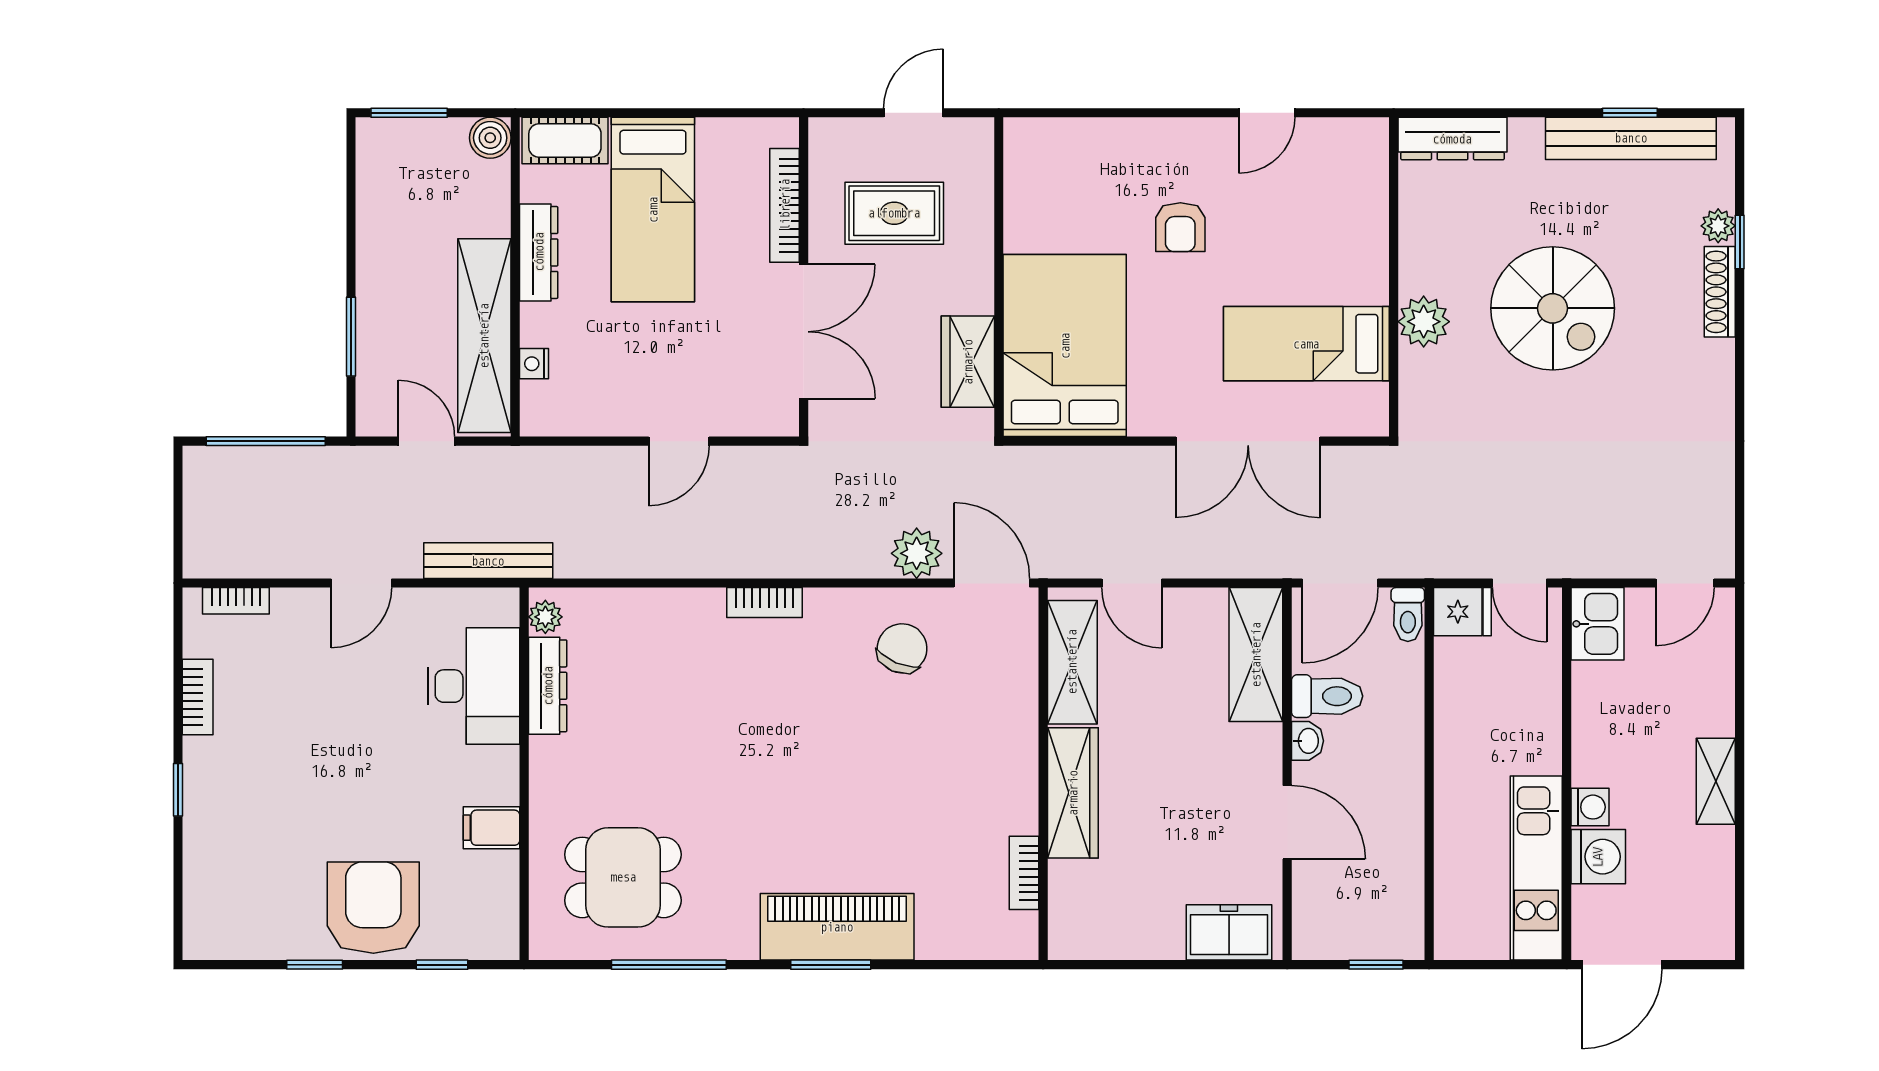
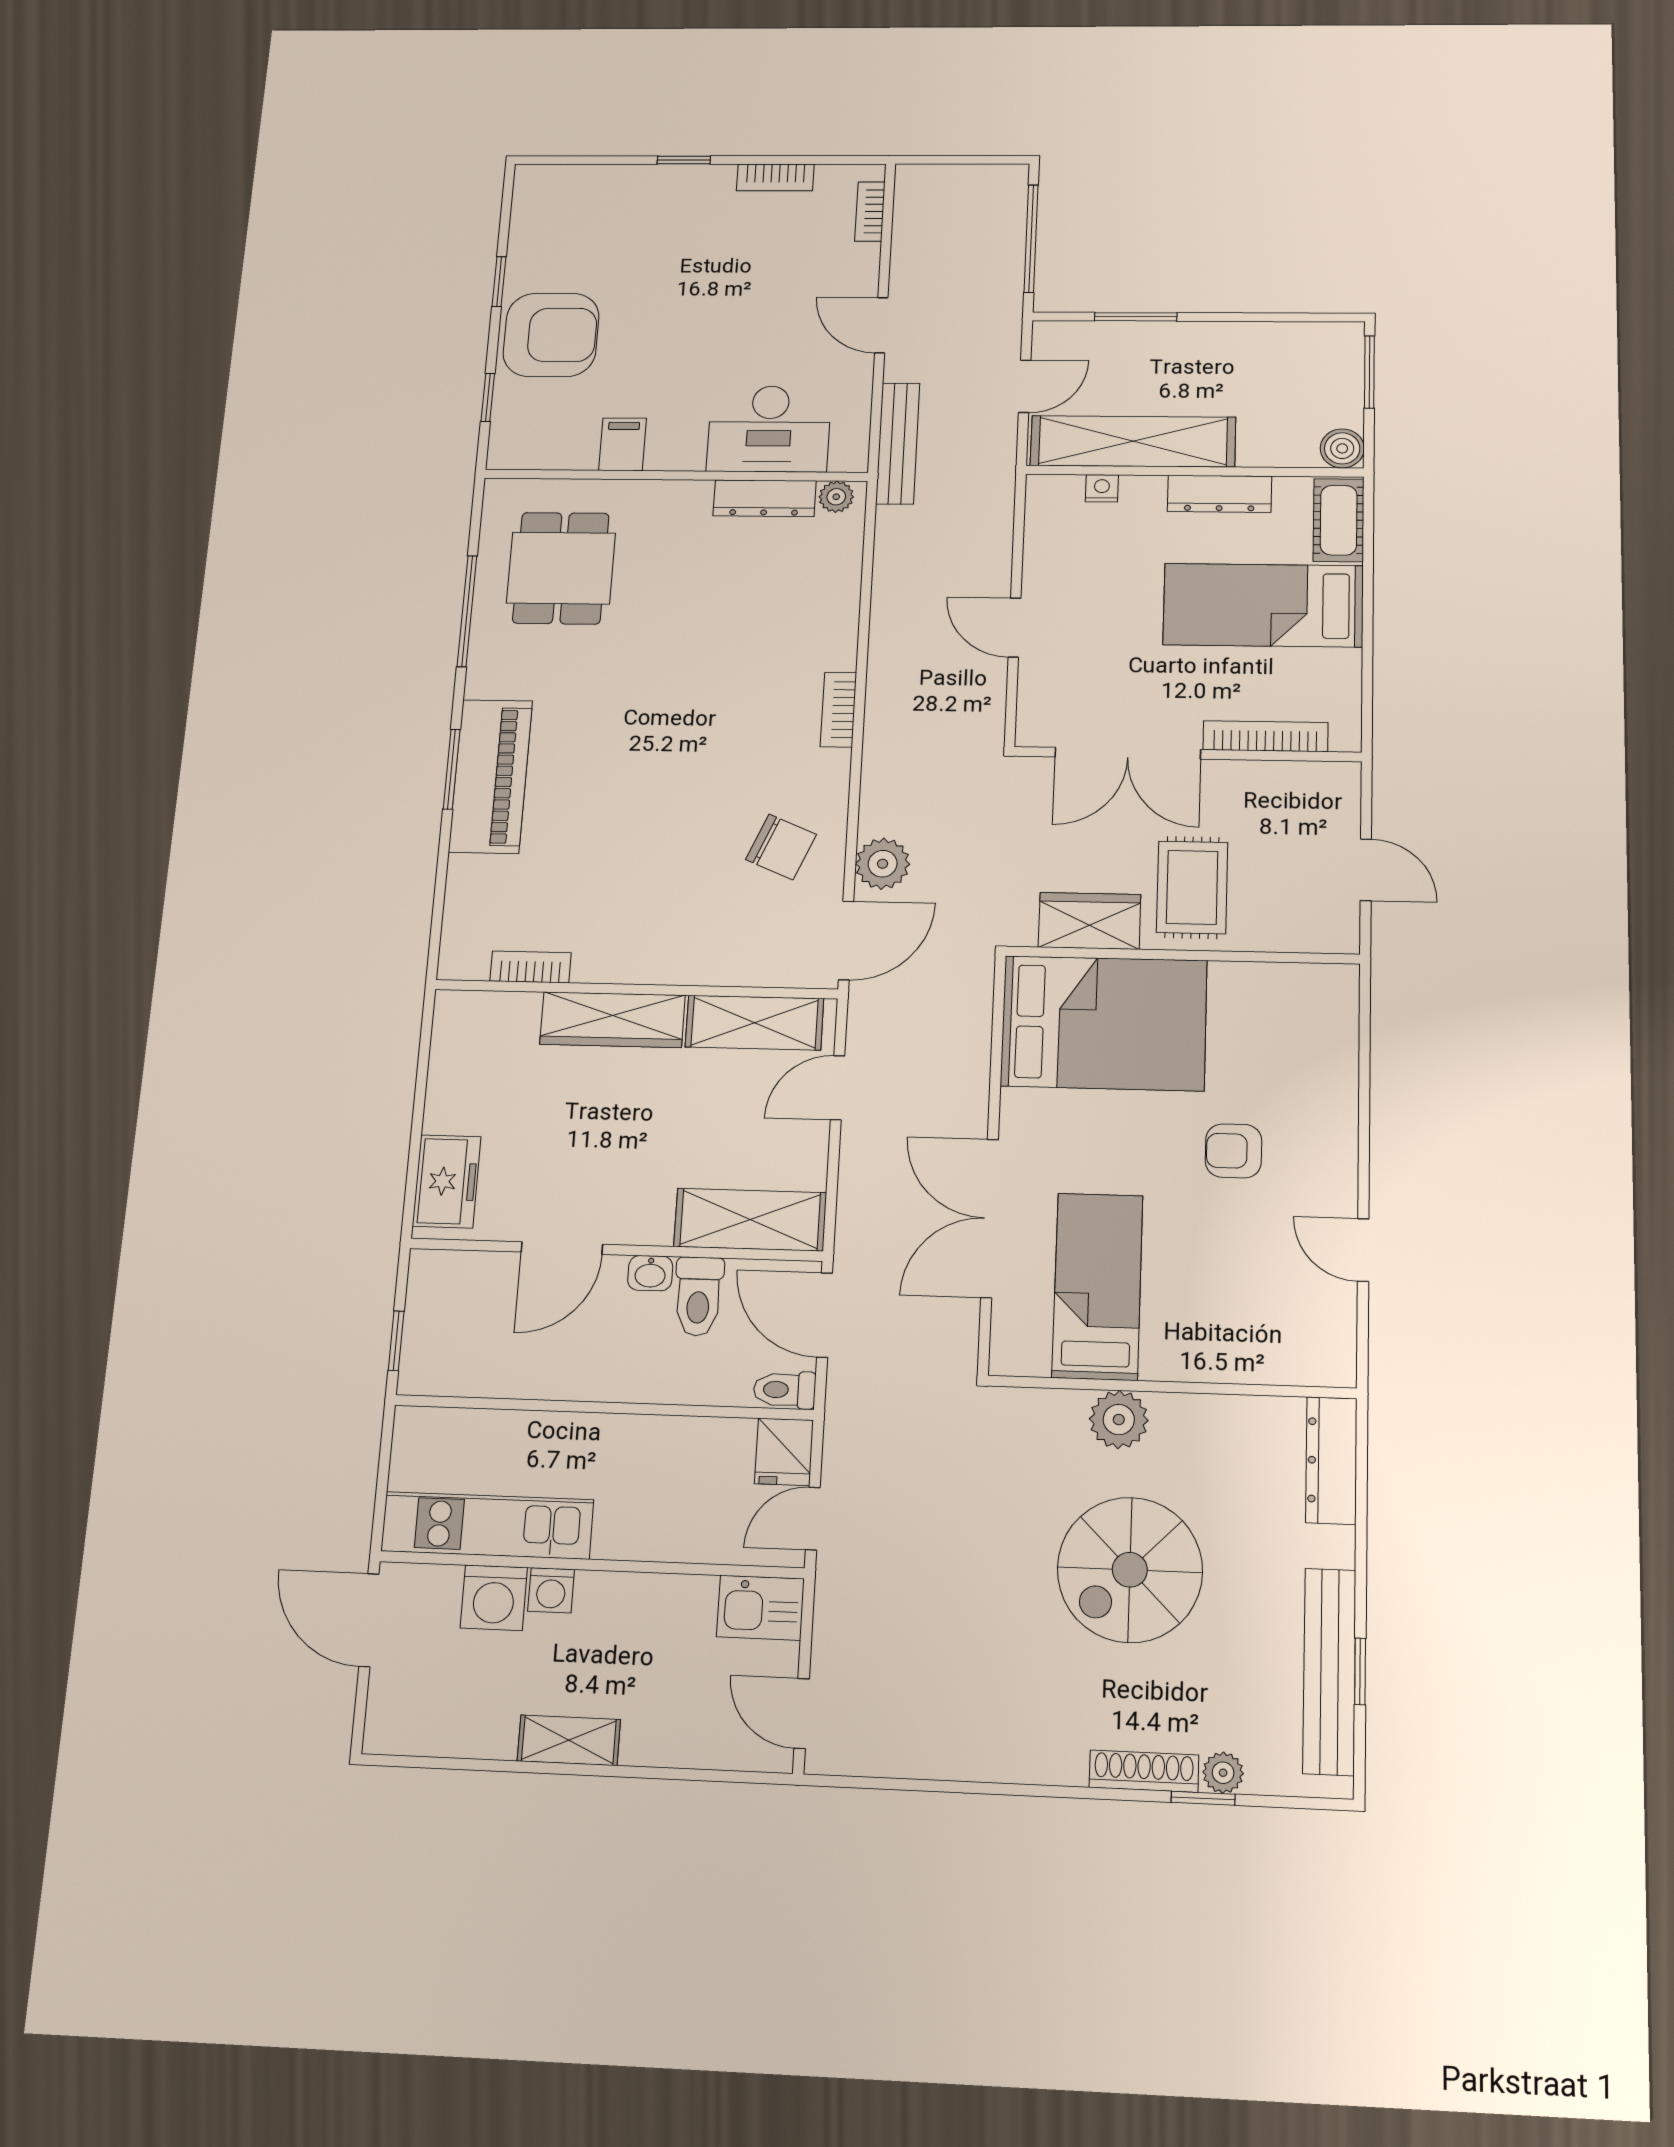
rug: (894, 213) -> (1192, 887), moved

